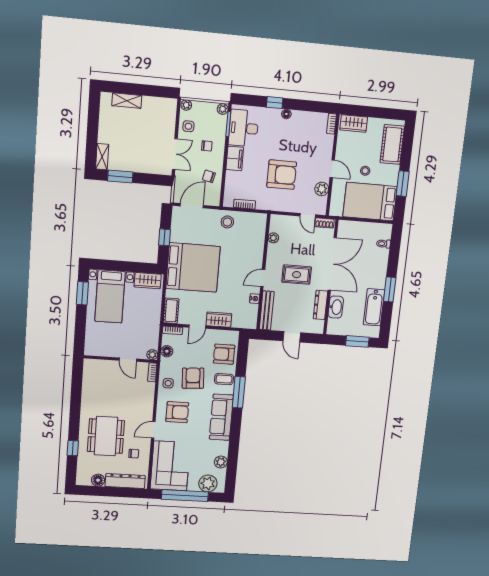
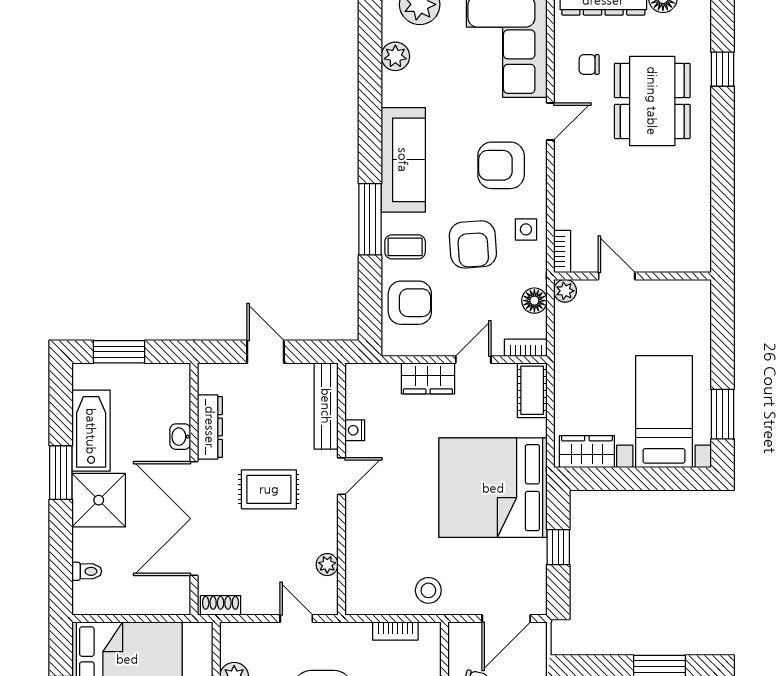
door: (308, 215) -> (296, 619), moved
shower: (374, 276) -> (99, 500), added
washbasin: (336, 307) -> (180, 437), width x0.52, depth x0.69

